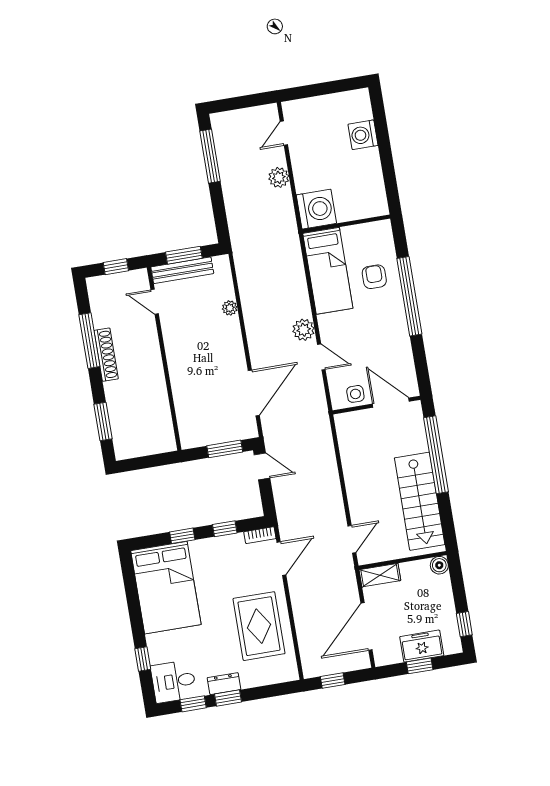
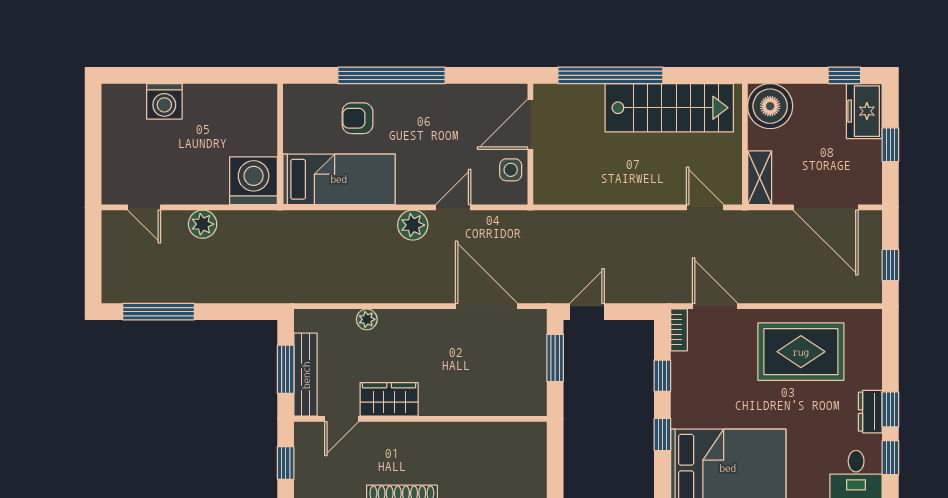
wardrobe: (174, 334) -> (389, 399), added
boiler: (439, 565) -> (770, 106), width x1.86, depth x1.86
freezer: (422, 646) -> (864, 111), moved

